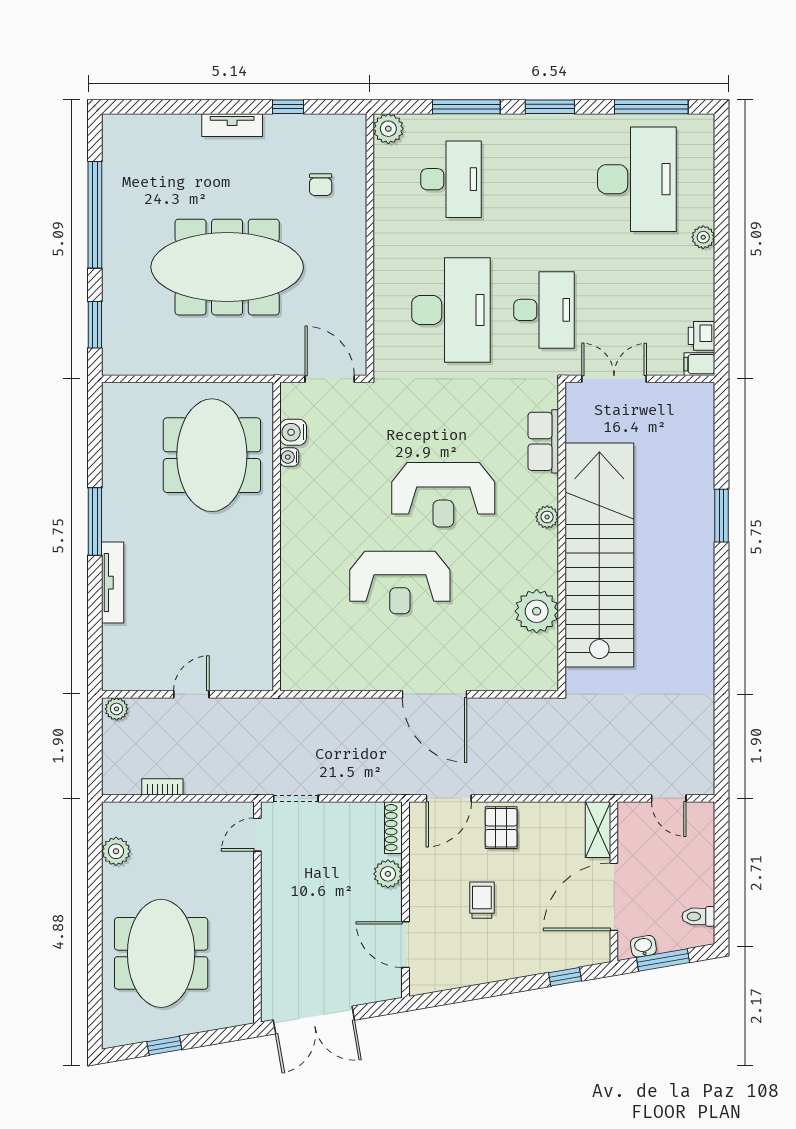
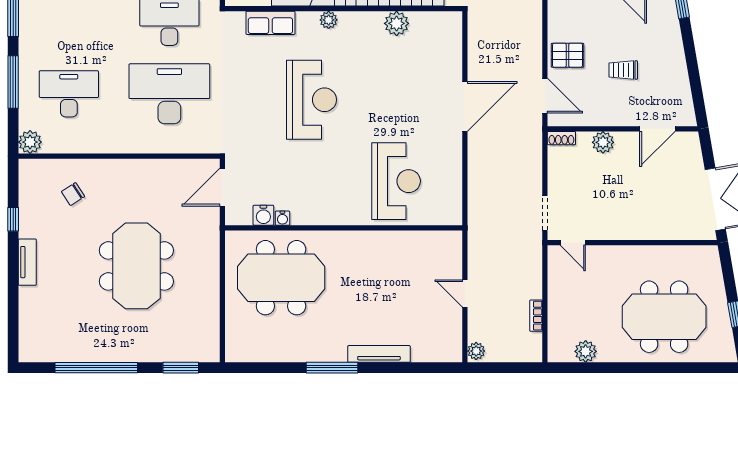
chair: (321, 185) -> (73, 194), turned 147
meeting table: (227, 267) -> (136, 266), width x0.73
reception desk: (400, 583) -> (396, 181), moved
plant: (537, 611) -> (397, 23), width x0.73, depth x0.73
shoe rack: (393, 828) -> (561, 138), width x0.70

